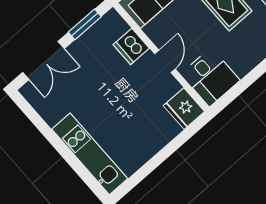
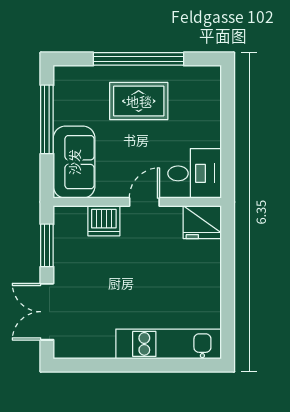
double door: (43, 61) -> (47, 312), swing flipped
door: (165, 61) -> (144, 202), hinge flipped

